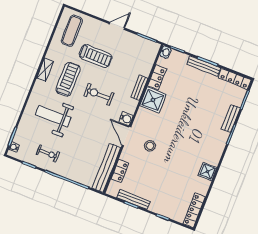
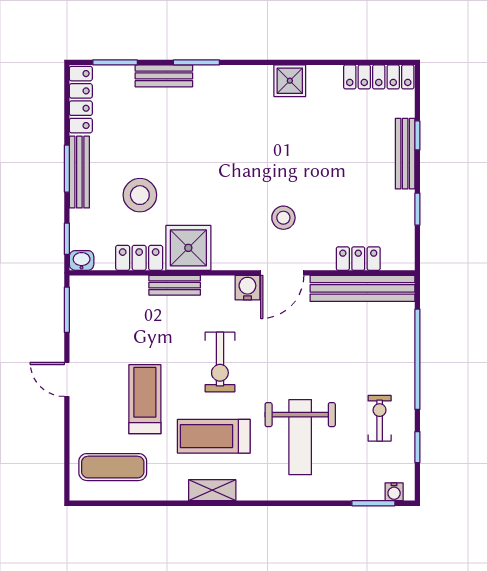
stool: (184, 88) -> (140, 195), added
bench: (133, 200) -> (405, 154), moved

